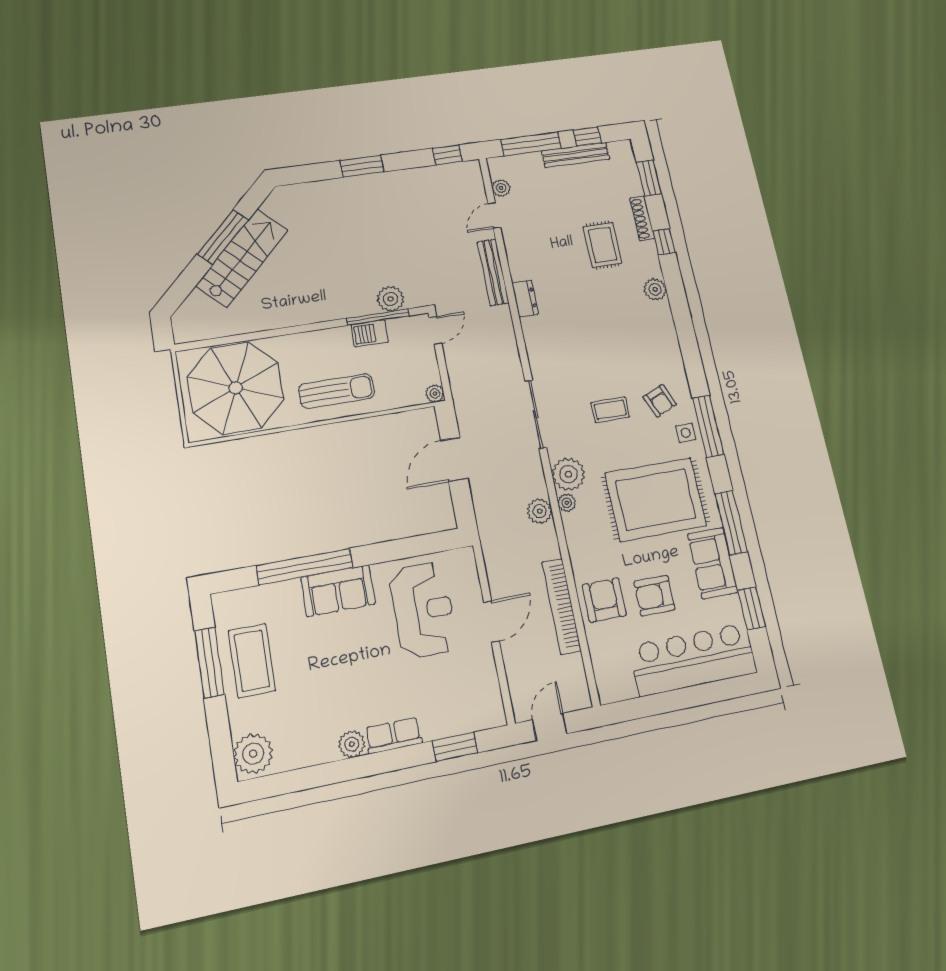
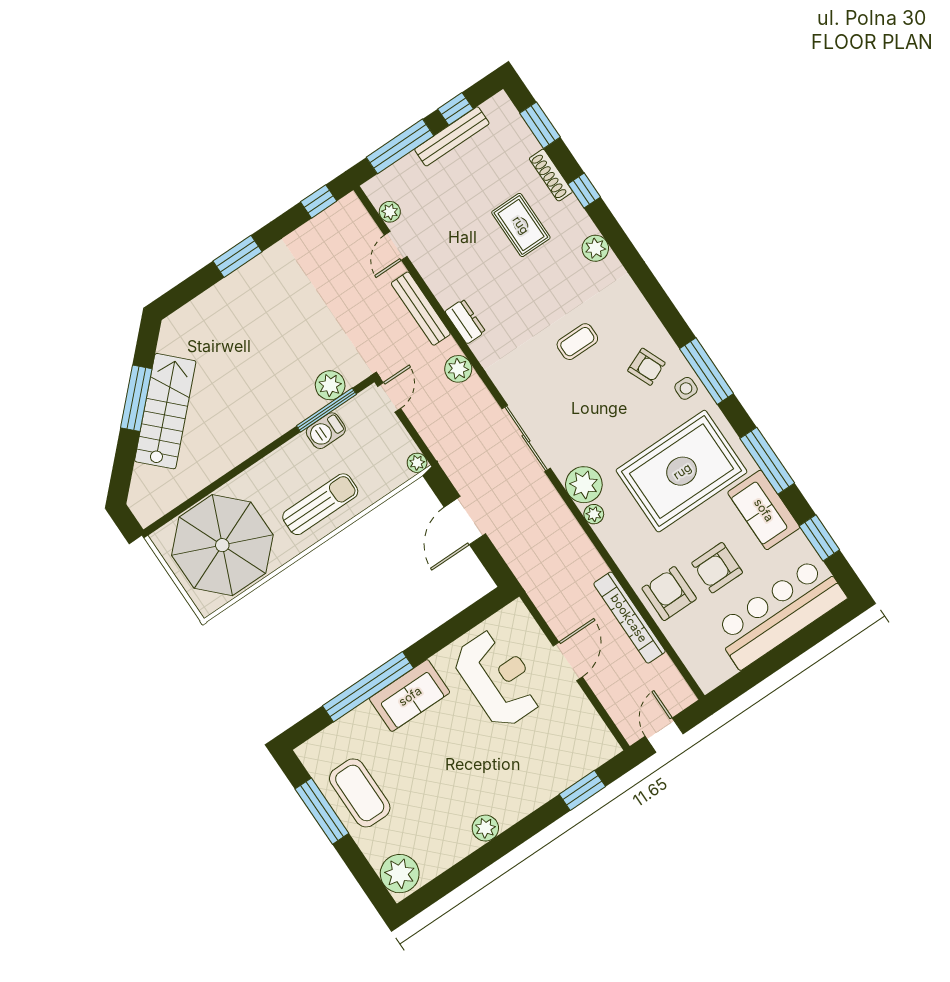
coffee table: (610, 410) -> (577, 342), moved
plant: (540, 511) -> (458, 369), moved
row of seats: (394, 735) -> (521, 804), removed

